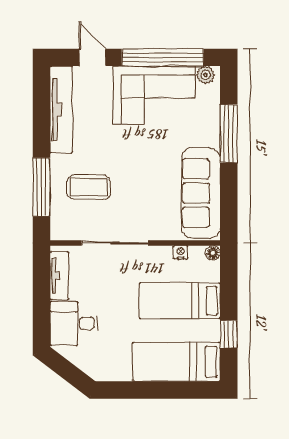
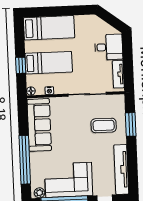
window: (229, 133) -> (25, 160), width x1.46
window: (42, 187) -> (131, 124), width x0.69
window: (229, 334) -> (21, 65), moved

